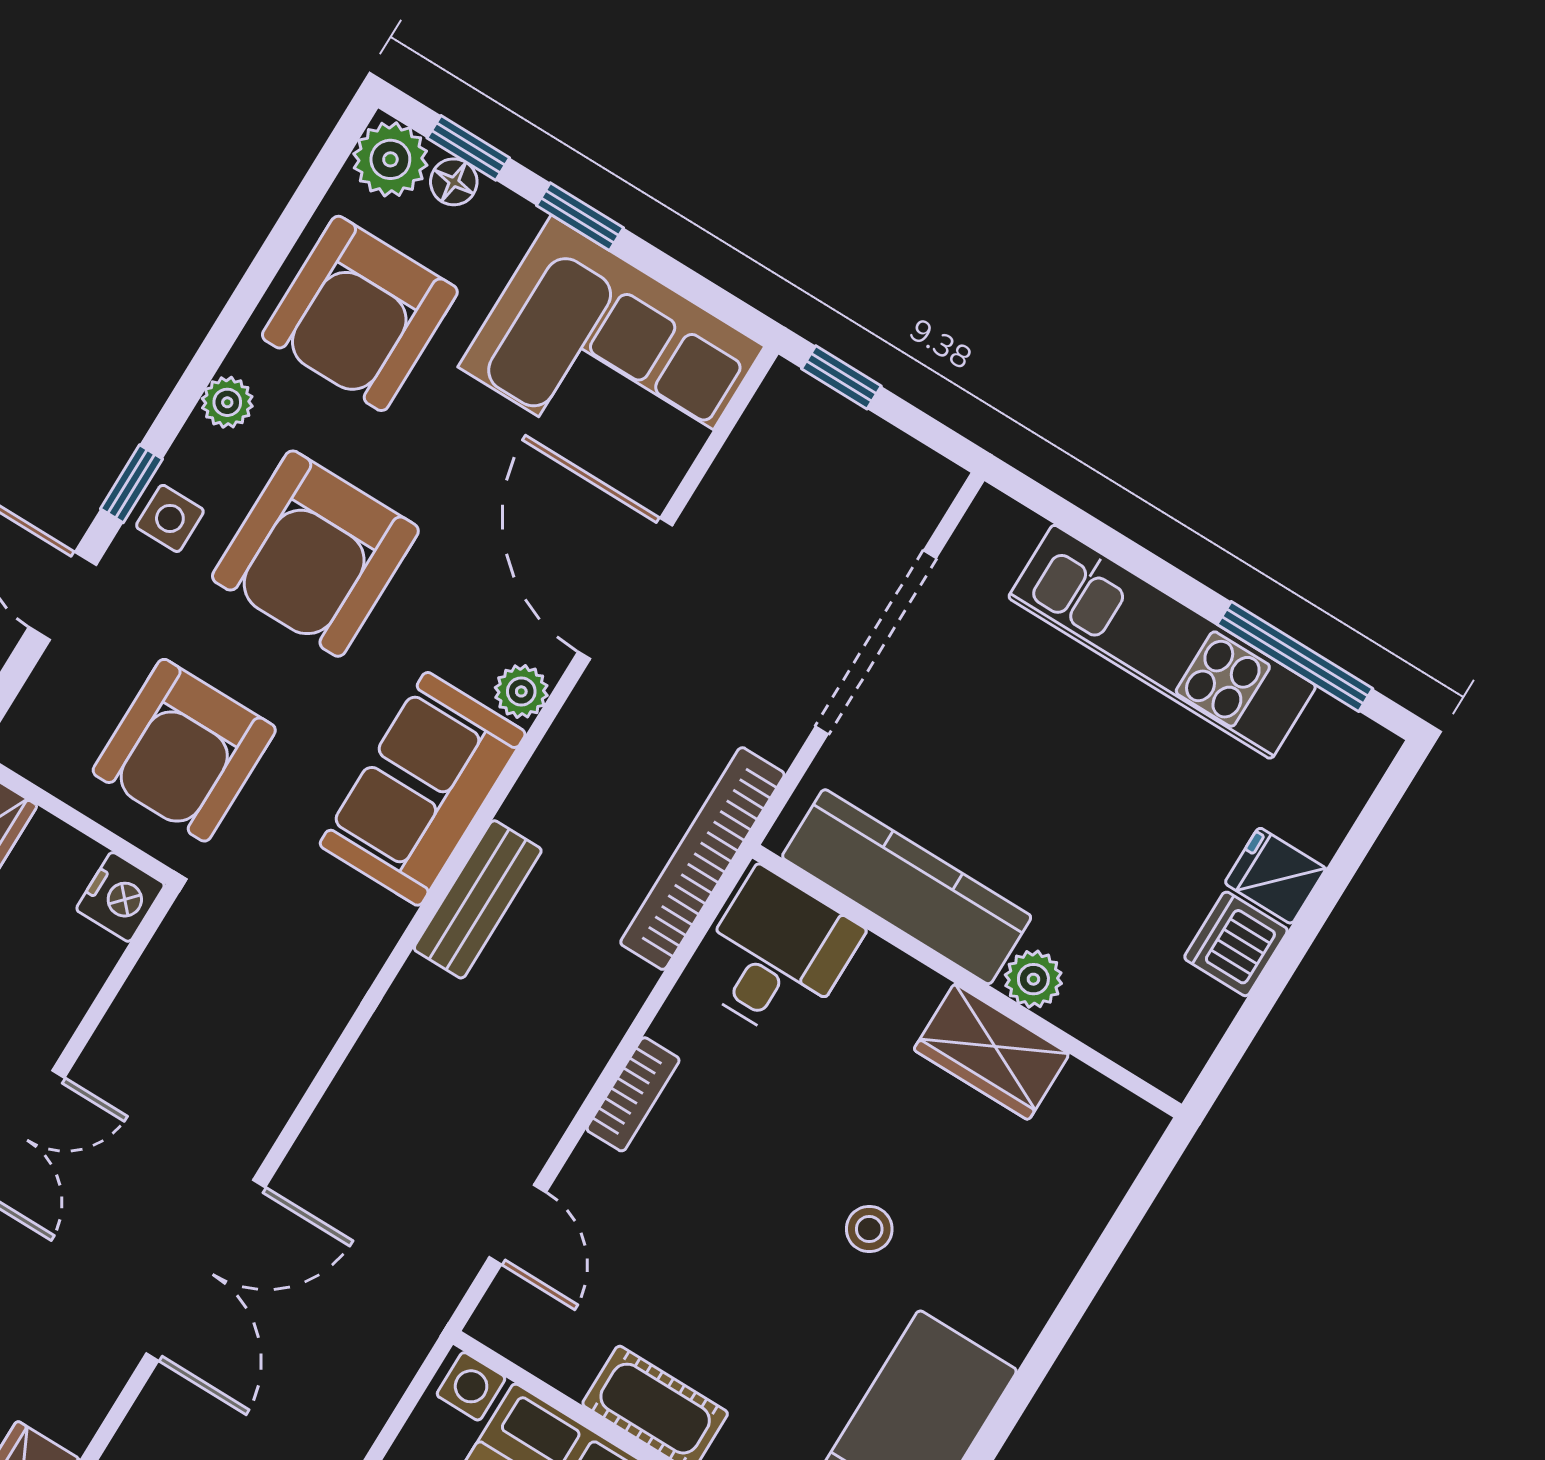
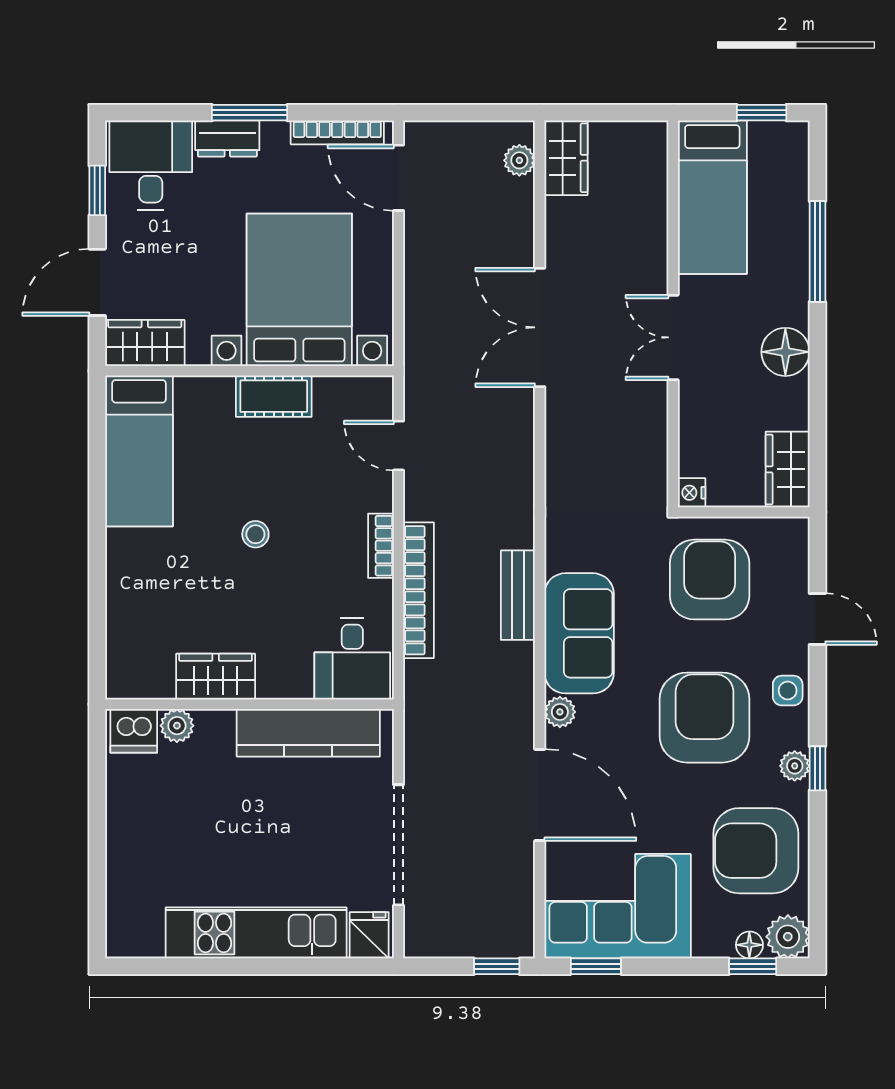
window: (580, 217) -> (596, 966), moved
armchair: (360, 313) -> (756, 851), turned -90
window: (131, 484) -> (817, 768), moved
window: (1295, 656) -> (186, 966), removed
bookcase: (702, 859) -> (419, 590), moved
fridge: (1275, 876) -> (369, 935), moved, turned -90
nightstand: (120, 897) -> (692, 493), width x0.72, depth x0.74
dishwasher: (1236, 944) -> (134, 731), moved, turned 90
plant: (1033, 979) -> (177, 726), moved
stool: (869, 1229) -> (255, 534), moved

